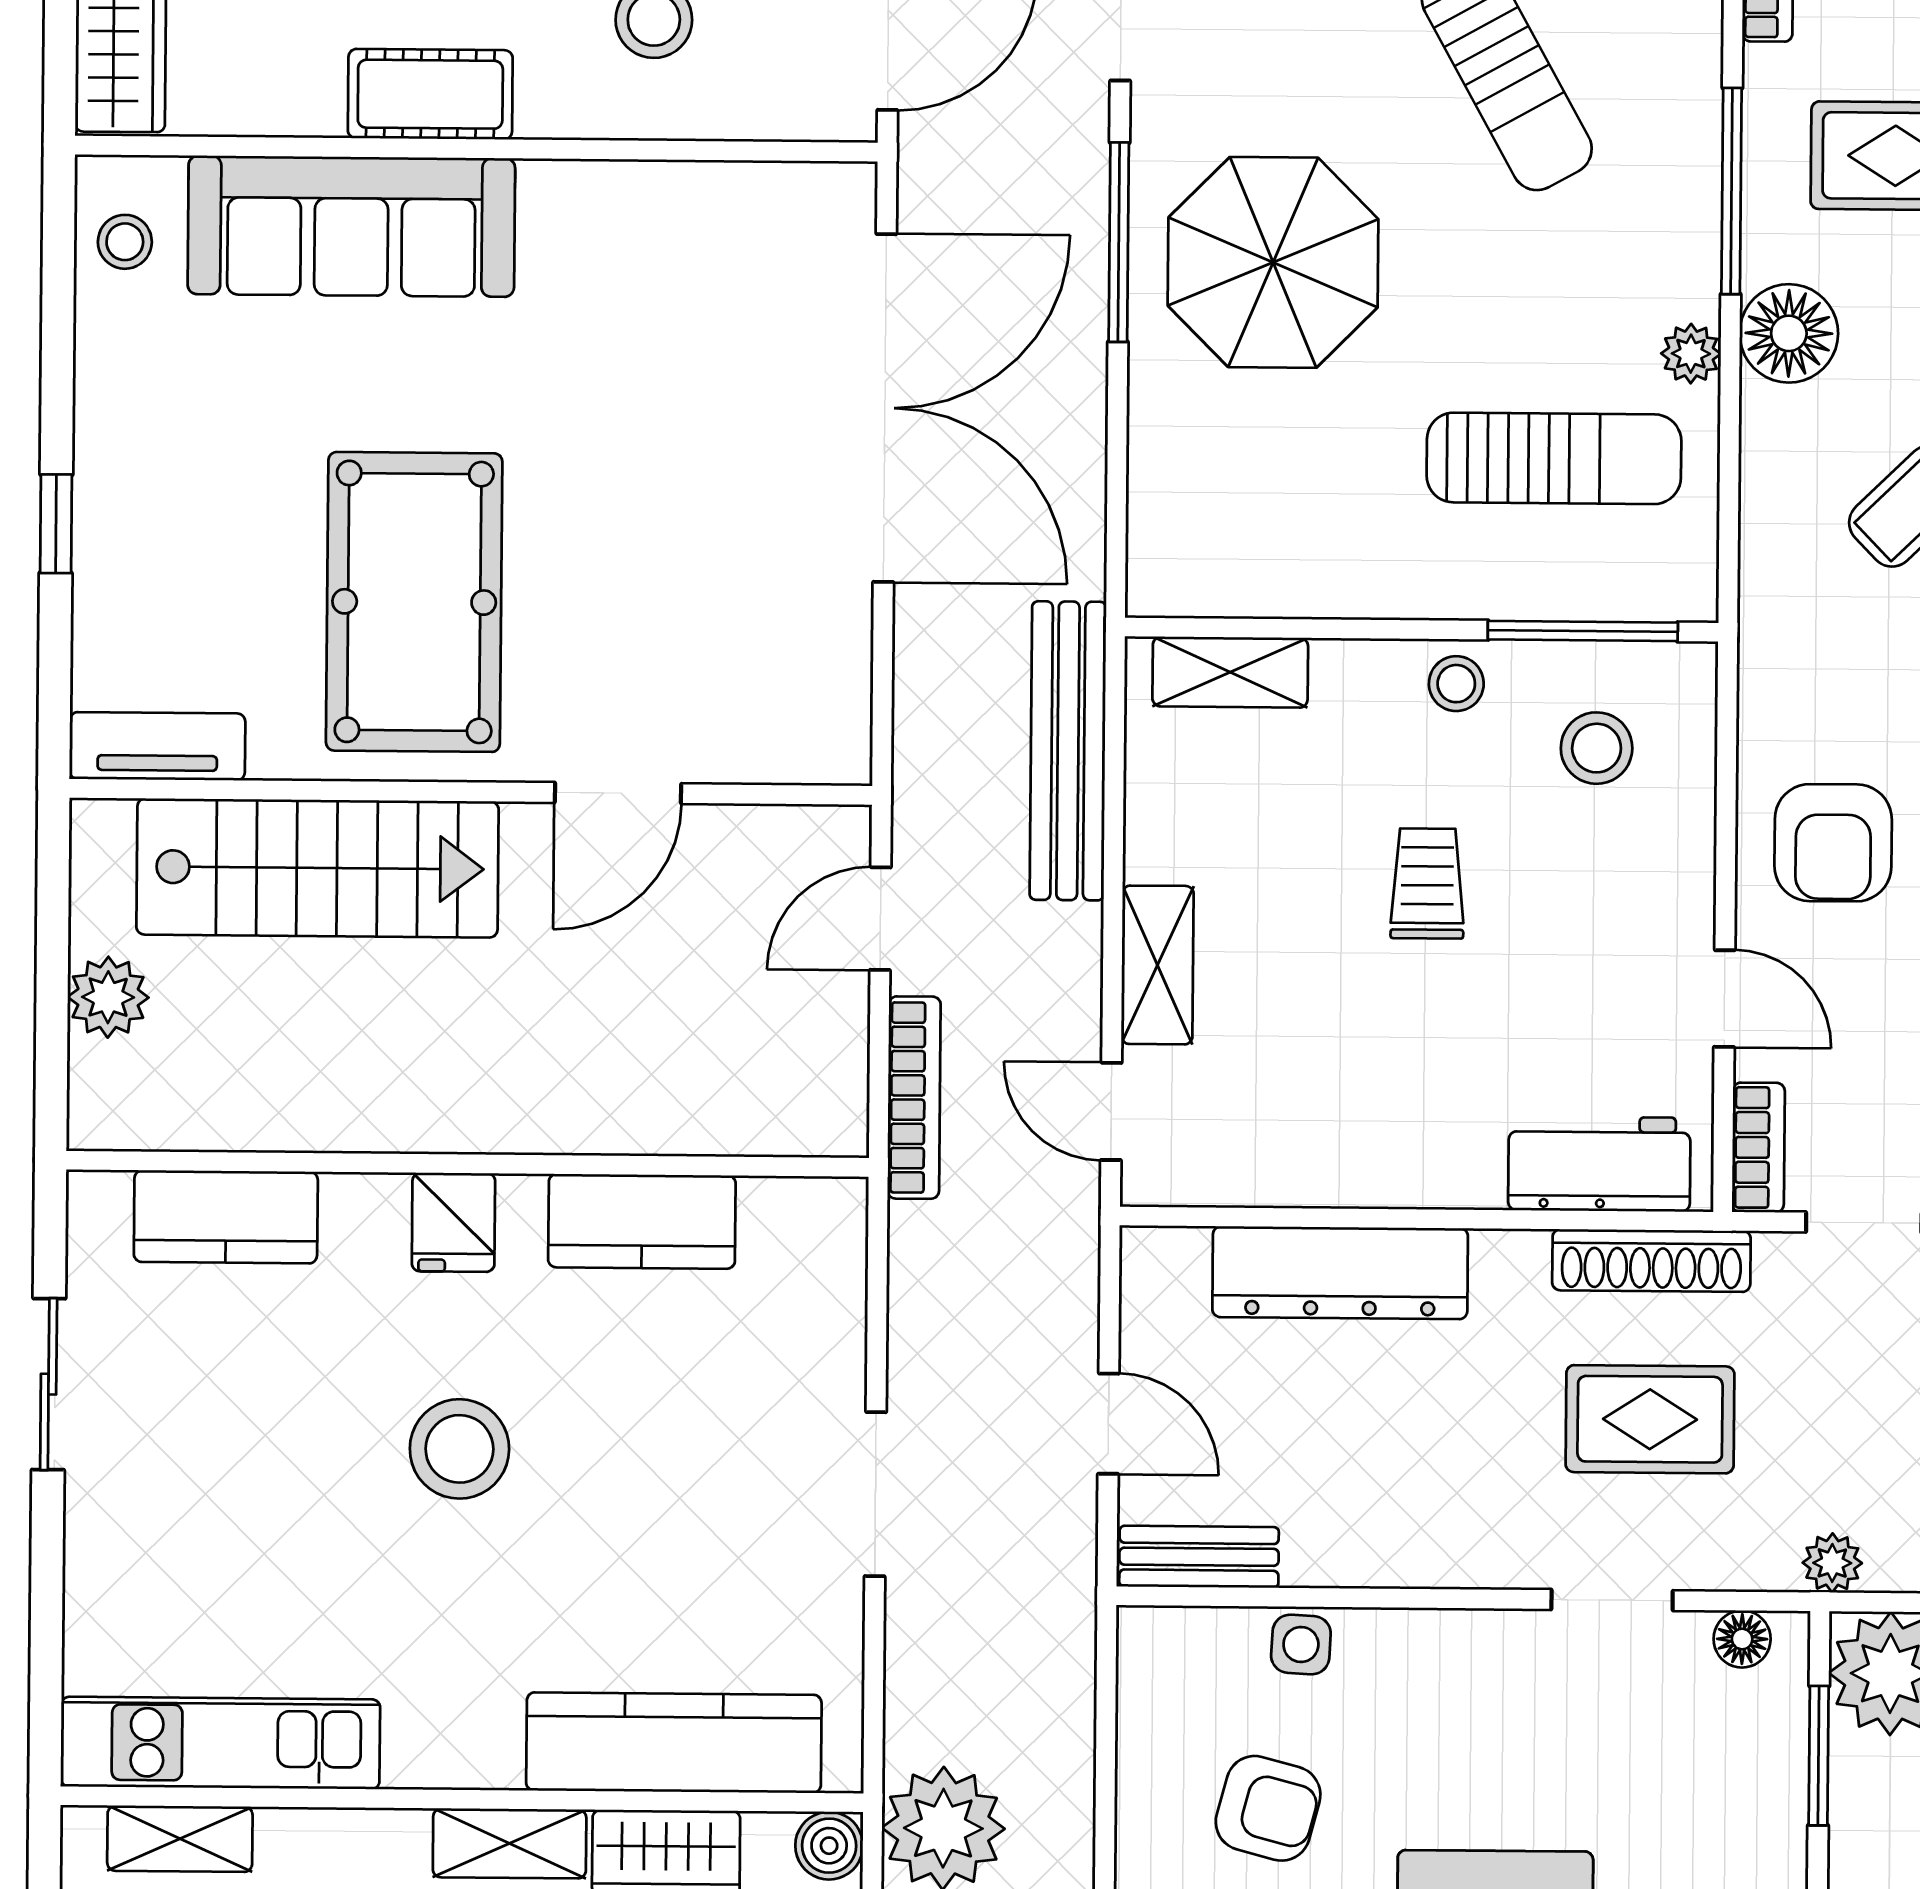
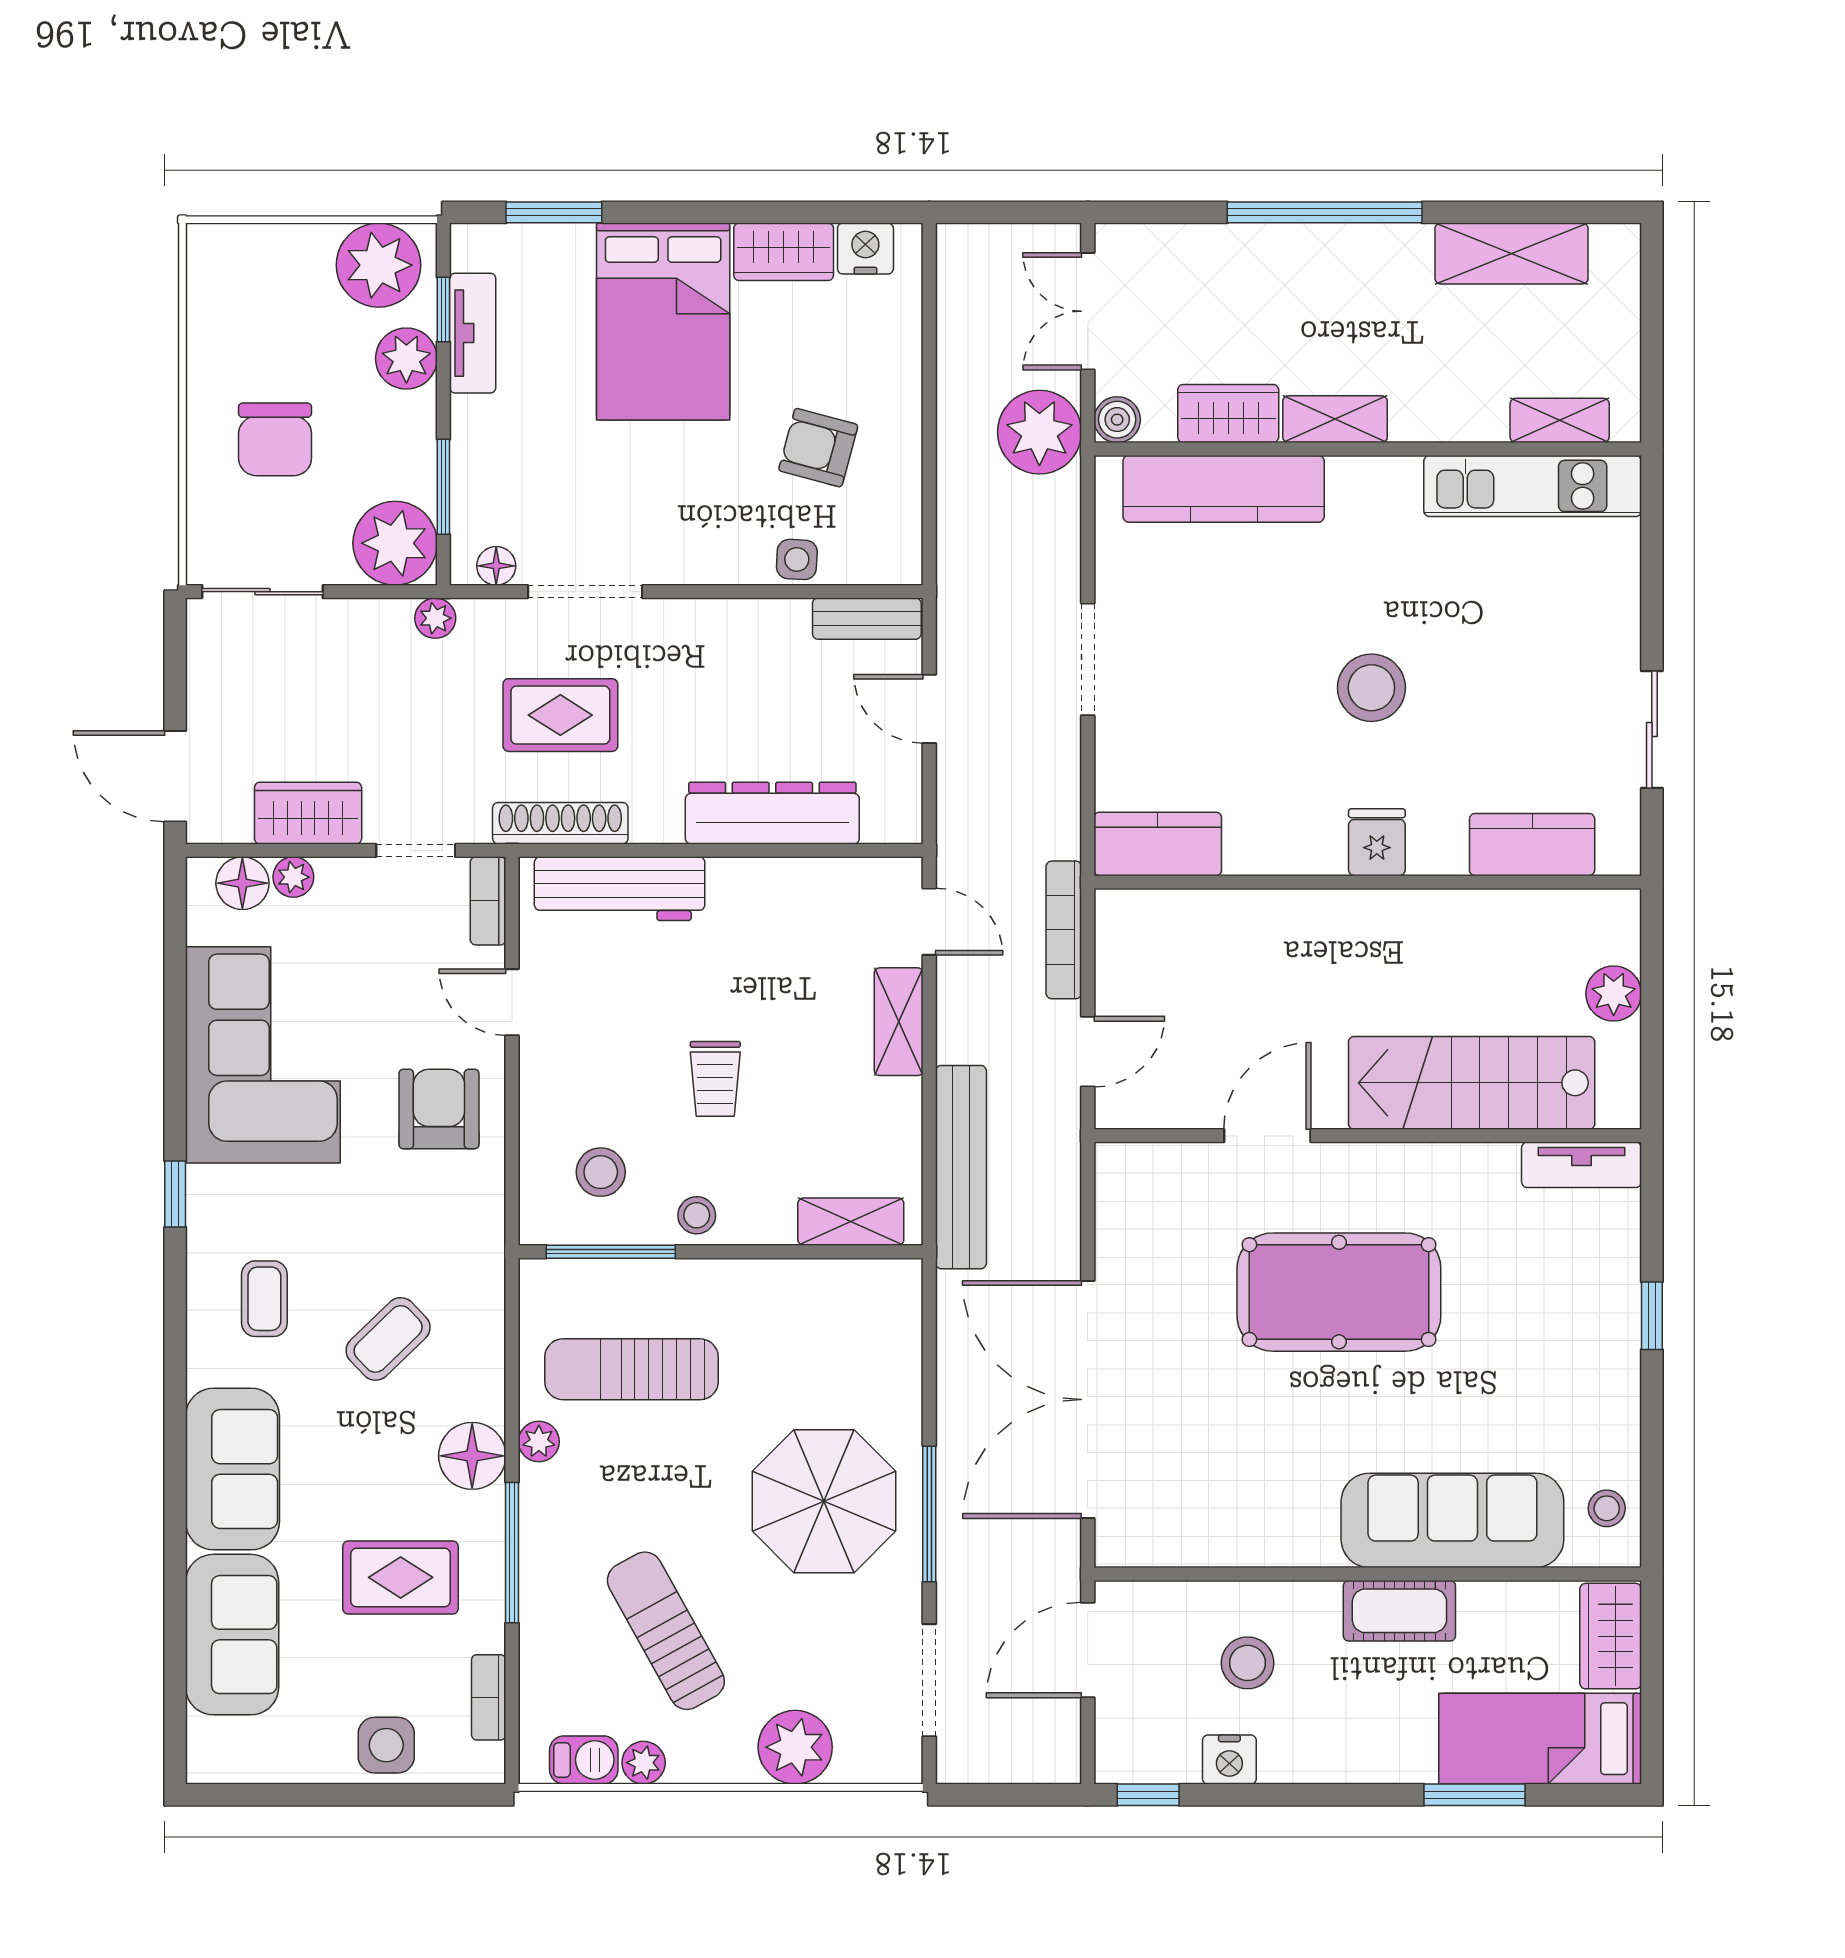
pool table: (414, 602) -> (1339, 1292), moved, turned 90
workbench: (1599, 1164) -> (620, 889), width x1.38
kitchen counter: (642, 1221) -> (1158, 844), moved
doorway: (1612, 1600) -> (585, 592), width x1.38

